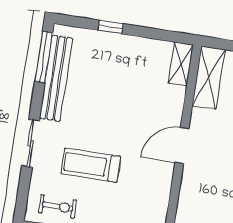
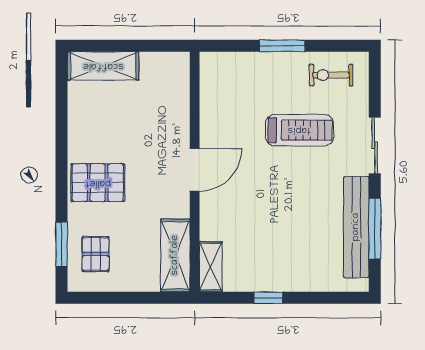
window: (110, 27) -> (268, 298), moved
window: (44, 57) -> (375, 229), moved

